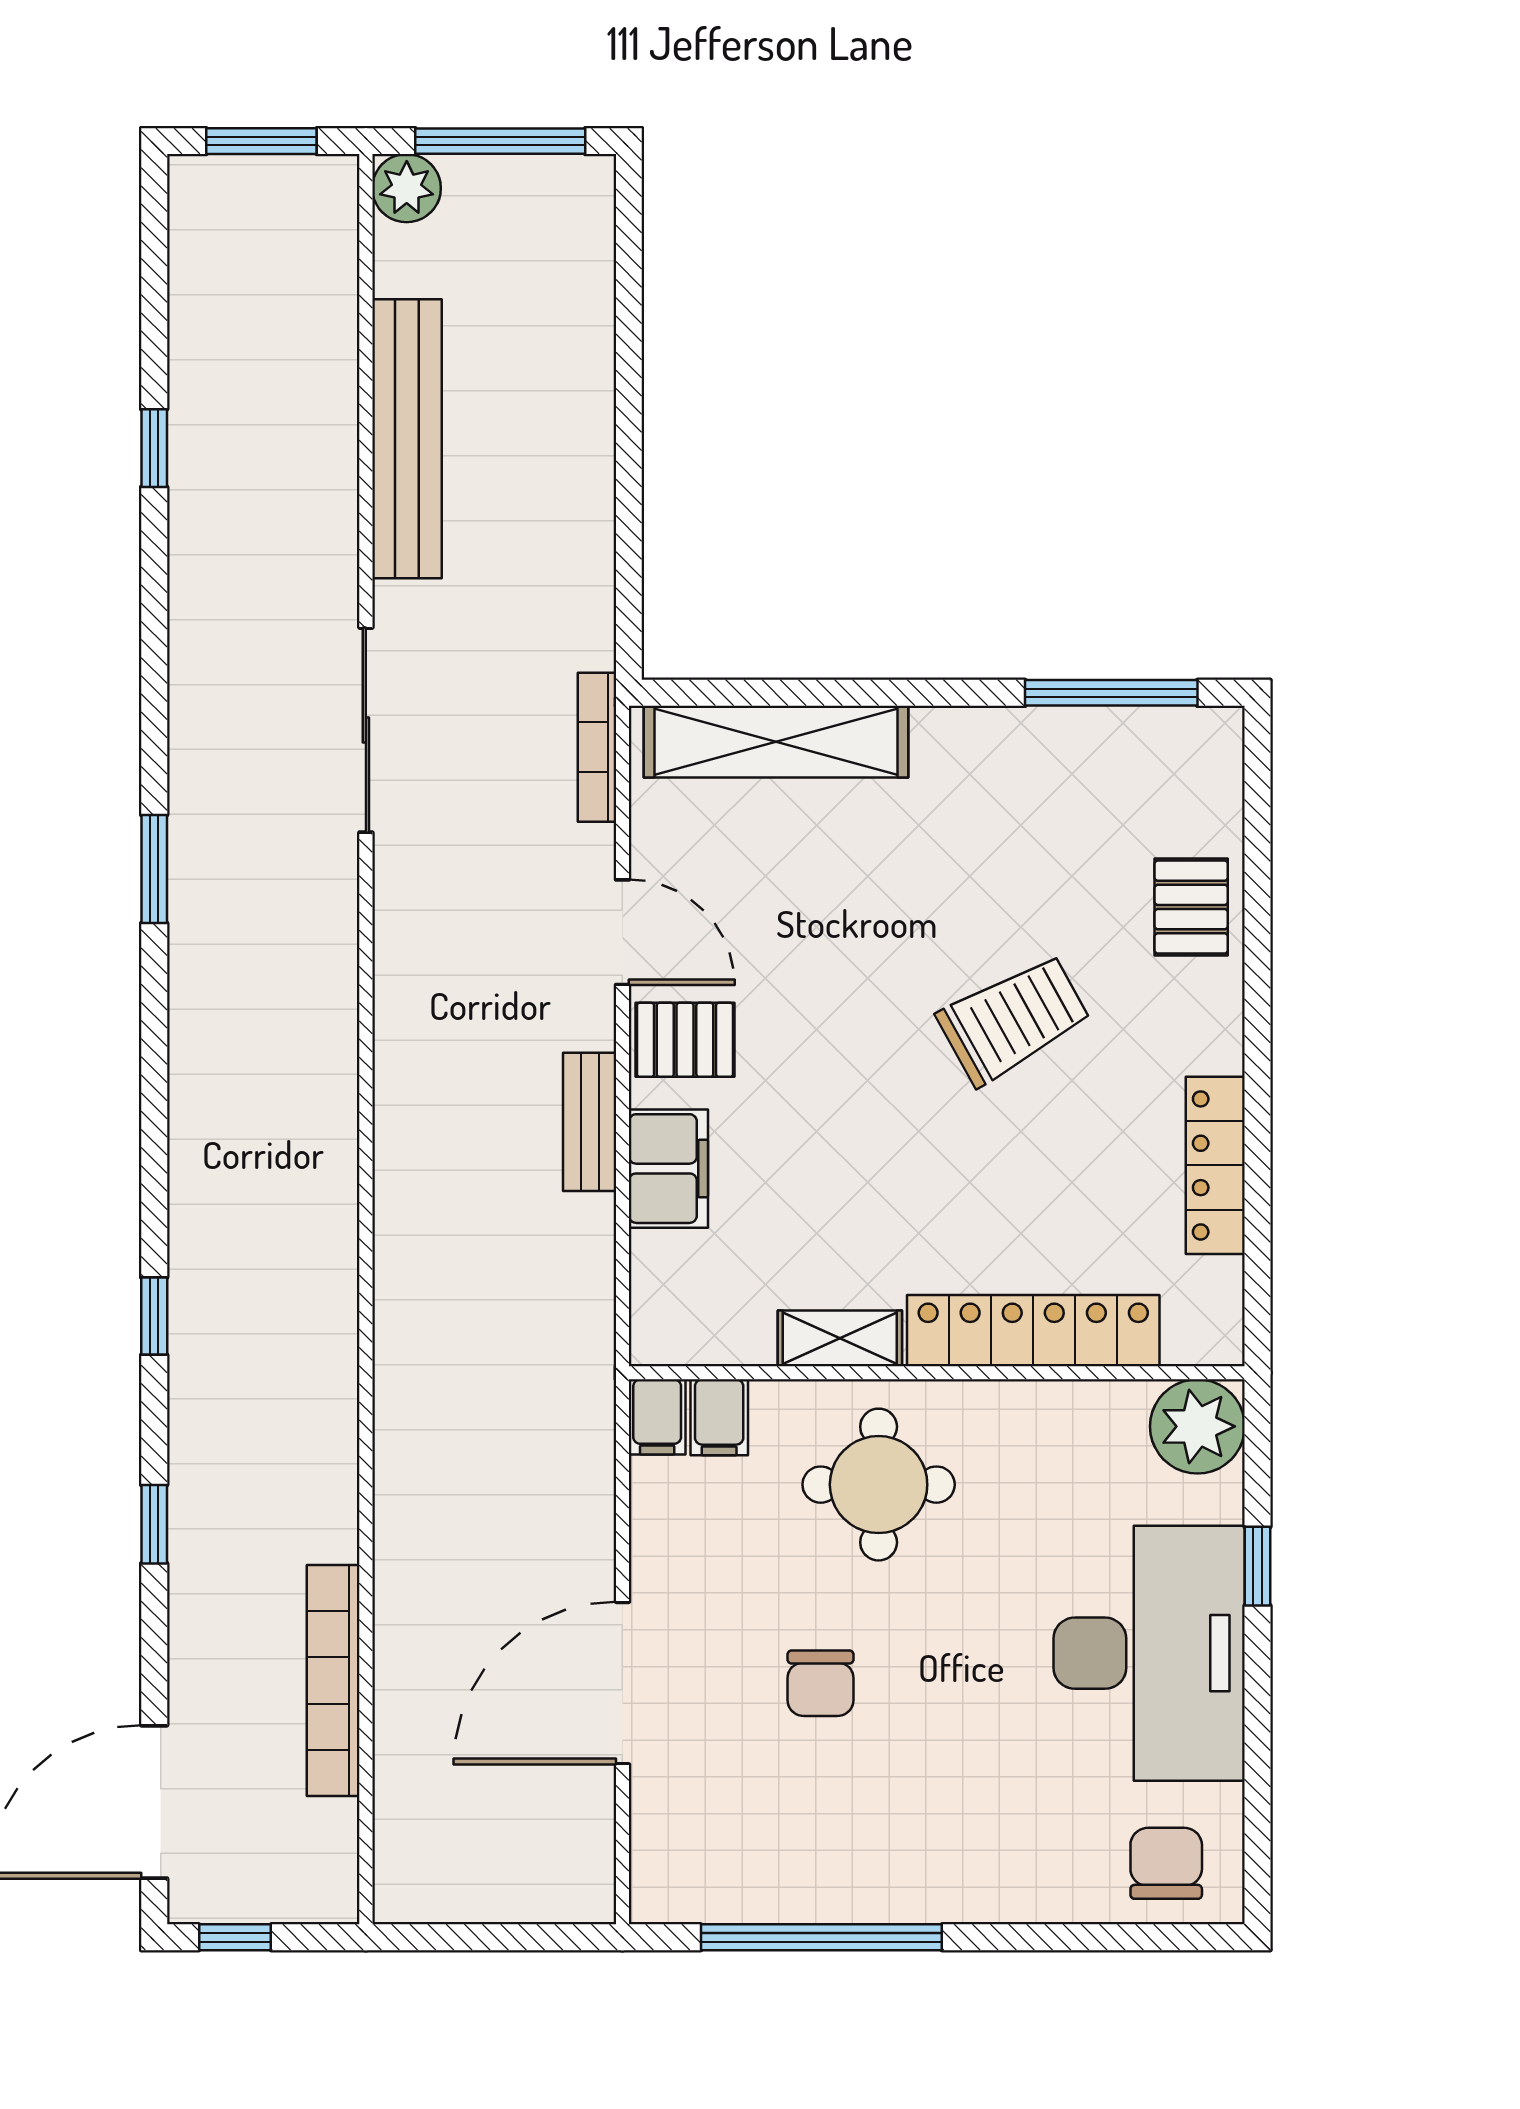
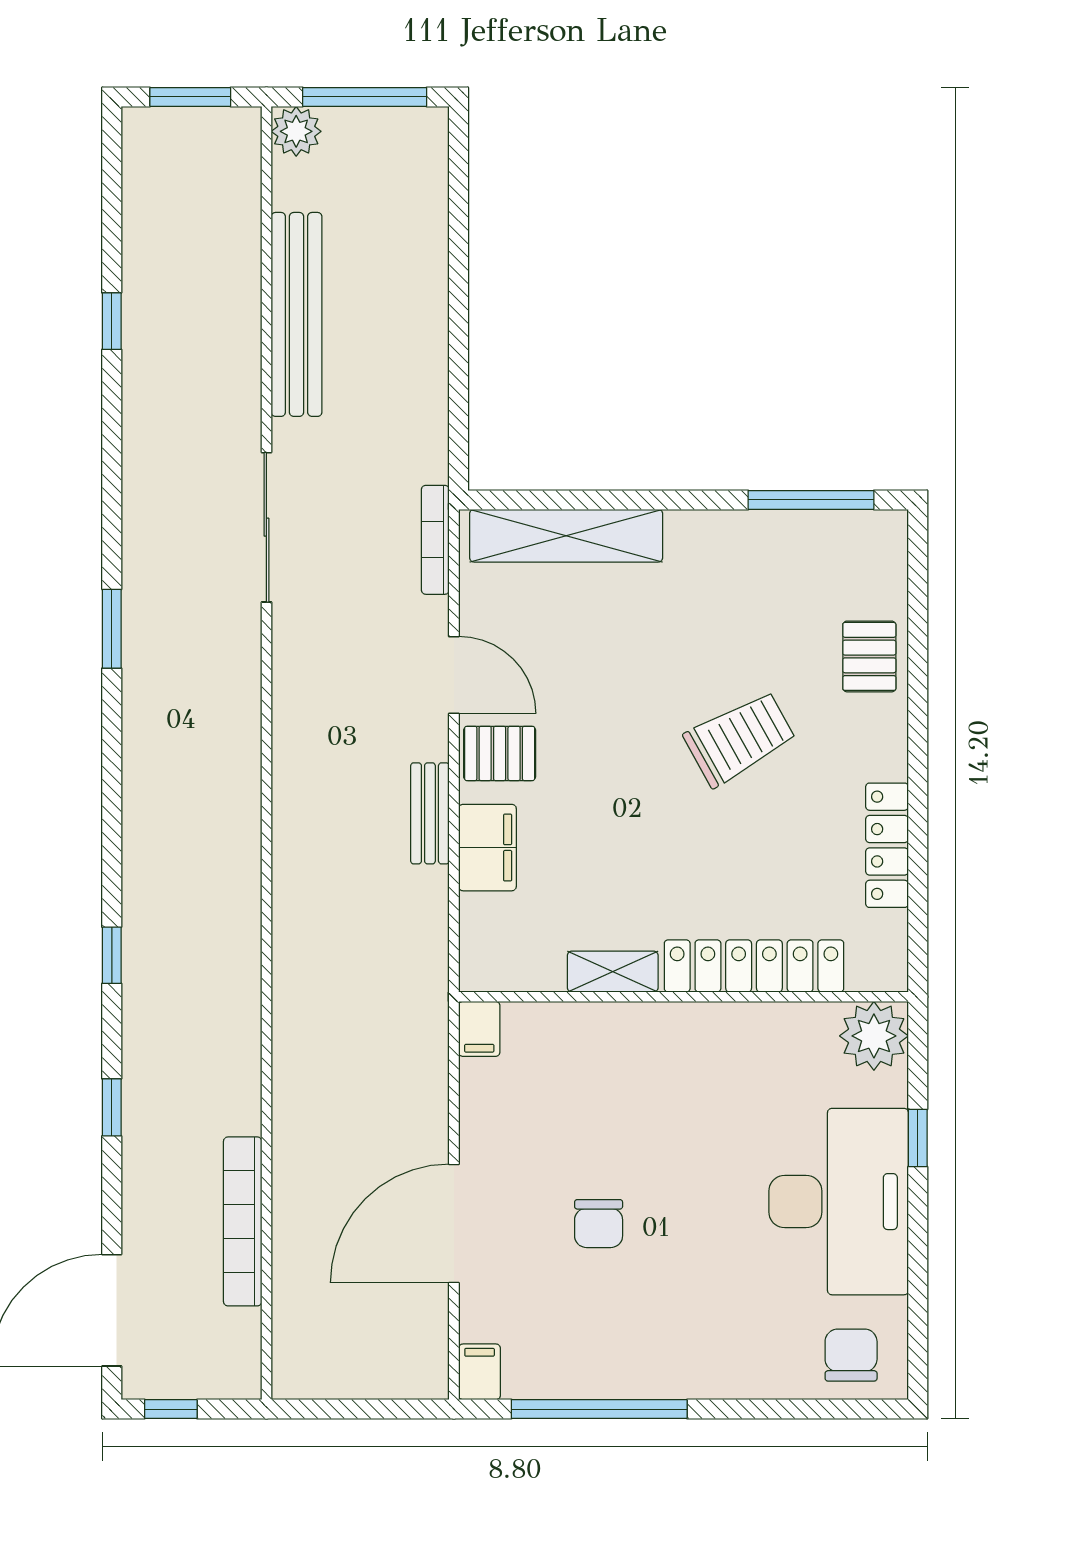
filing cabinet: (719, 1417) -> (480, 1372), moved, turned 180
round table: (879, 1485) -> (641, 1078), removed

